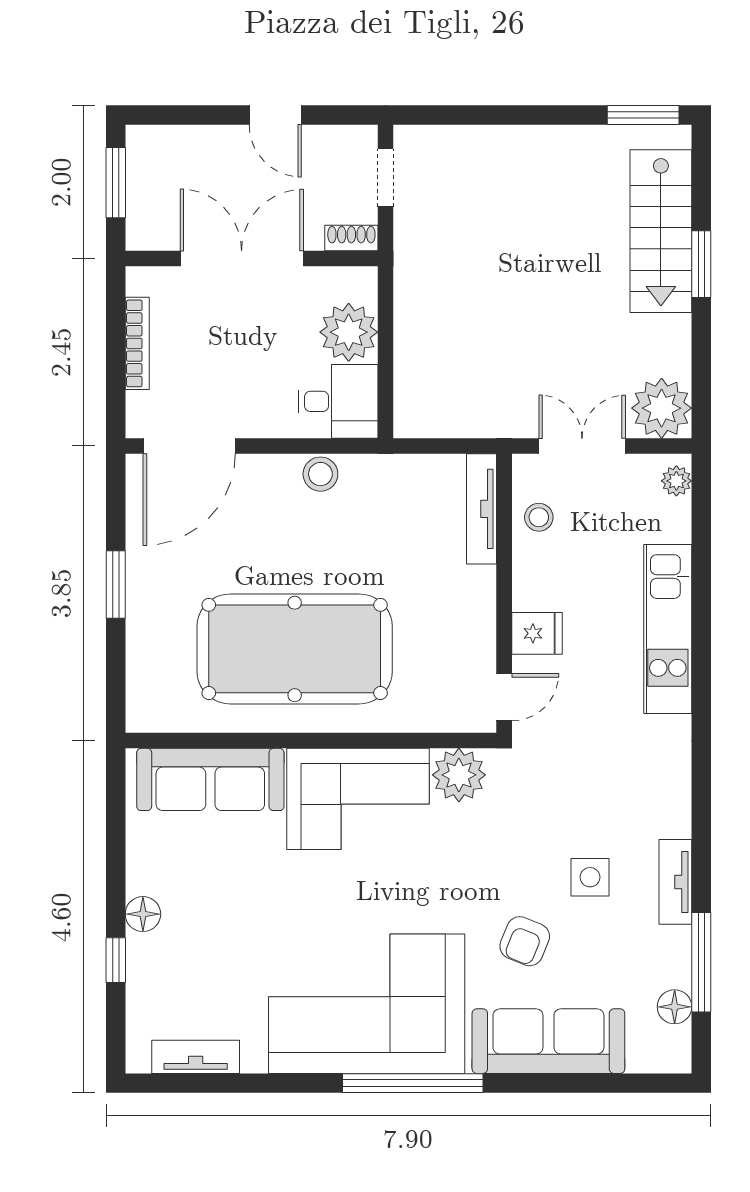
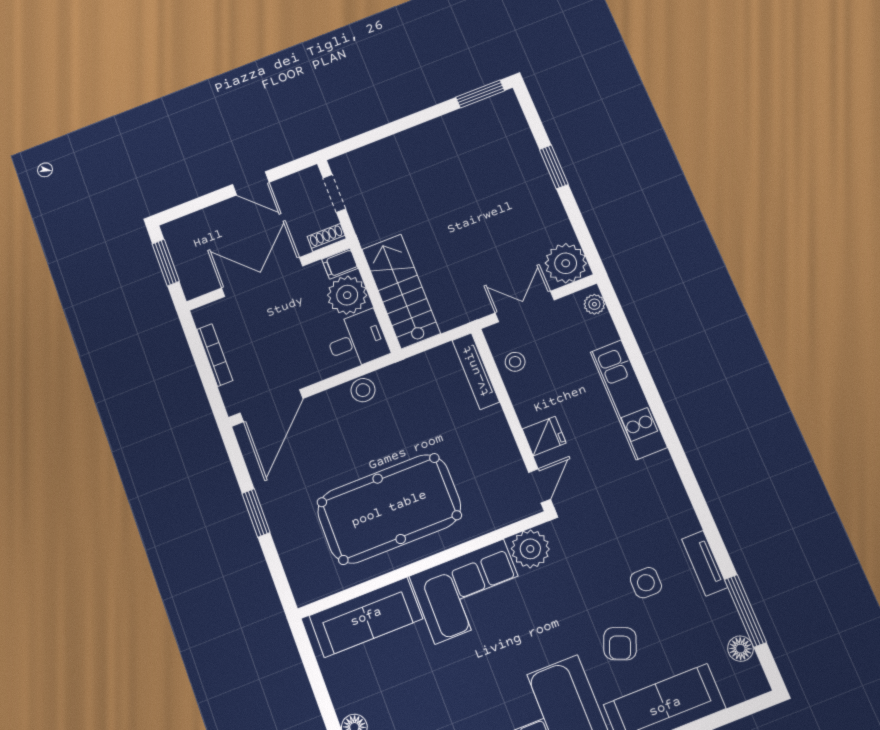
stairs: (661, 231) -> (401, 291), moved, turned 180
filing cabinet: (355, 283) -> (340, 264), added

